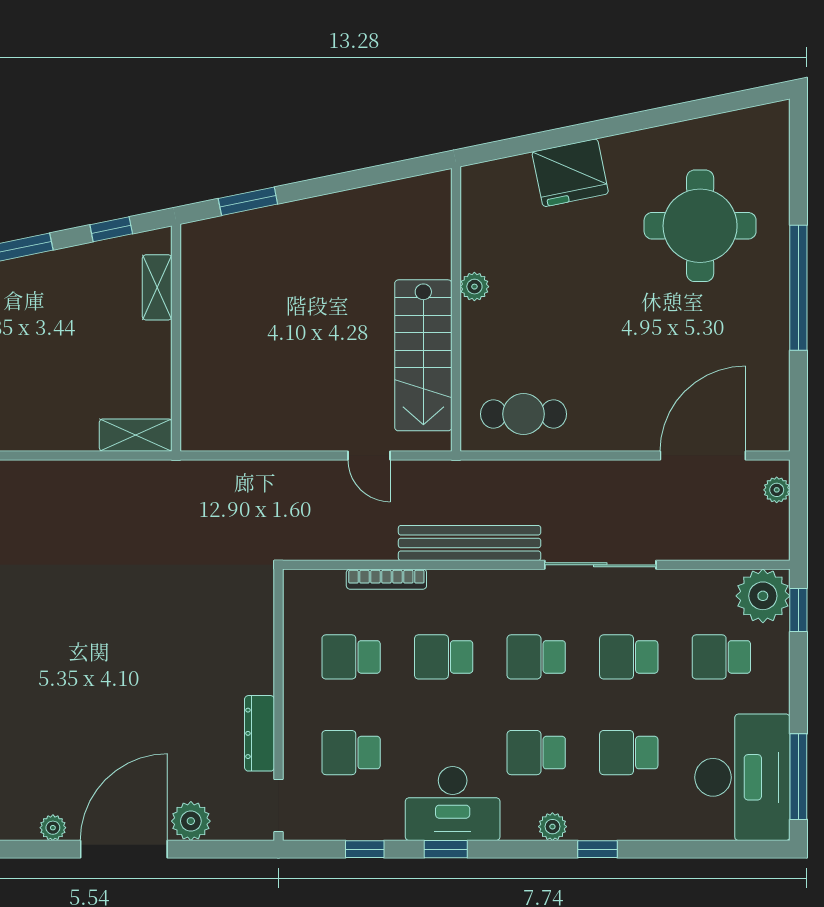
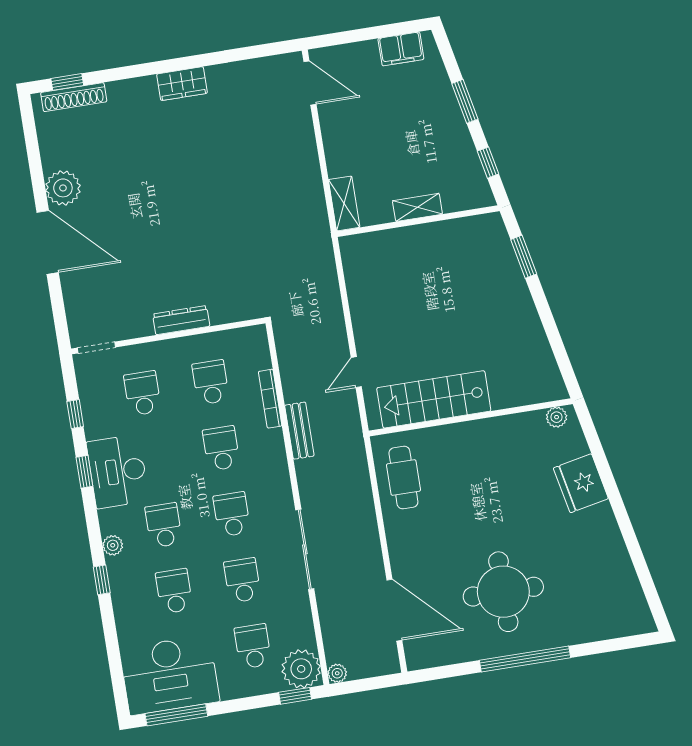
round table: (700, 226) -> (503, 592), moved
shelving: (157, 287) -> (417, 207), moved
plant: (474, 287) -> (557, 417), moved
plant: (777, 490) -> (337, 673), moved
bench: (470, 543) -> (299, 431), width x0.54, depth x0.82
dresser: (260, 733) -> (181, 320), moved
plant: (191, 821) -> (75, 287), removed
plant: (53, 828) -> (63, 188), width x1.87, depth x1.87

